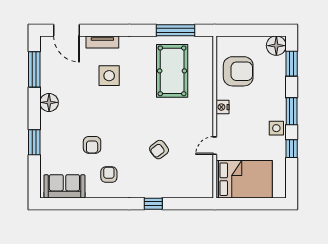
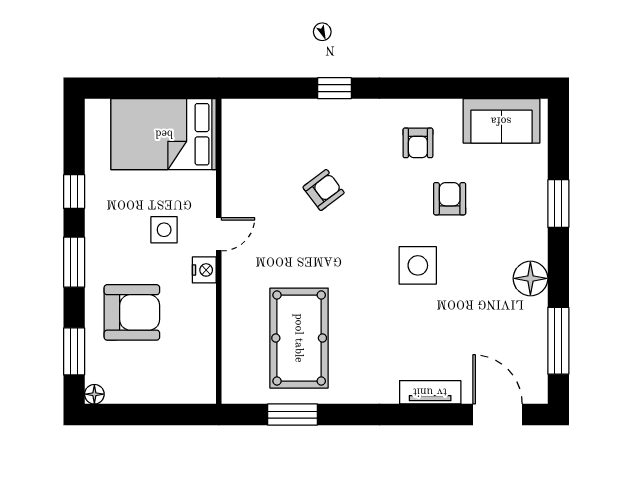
window: (175, 30) -> (293, 415), width x0.69
floor lamp: (276, 46) -> (94, 394), width x0.53, depth x0.53
armchair: (238, 71) -> (132, 312), moved, turned 180
side table: (109, 76) -> (418, 265), moved
side table: (276, 128) -> (164, 230), moved
door: (215, 146) -> (219, 234), moved

